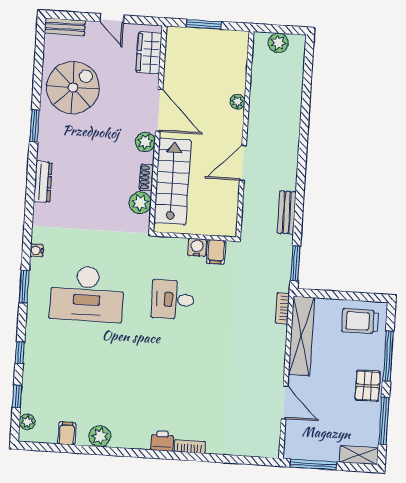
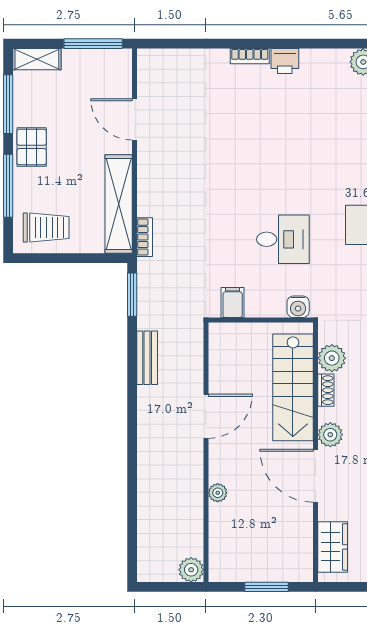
plant: (278, 43) -> (191, 570), moved
water cooler: (197, 247) -> (298, 307), moved

